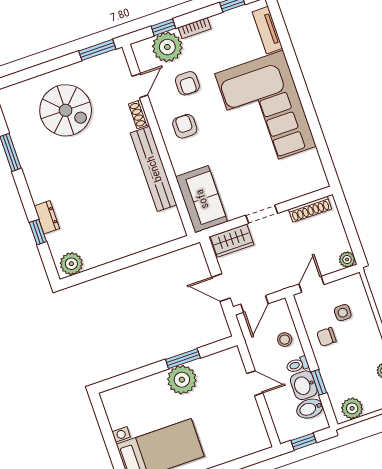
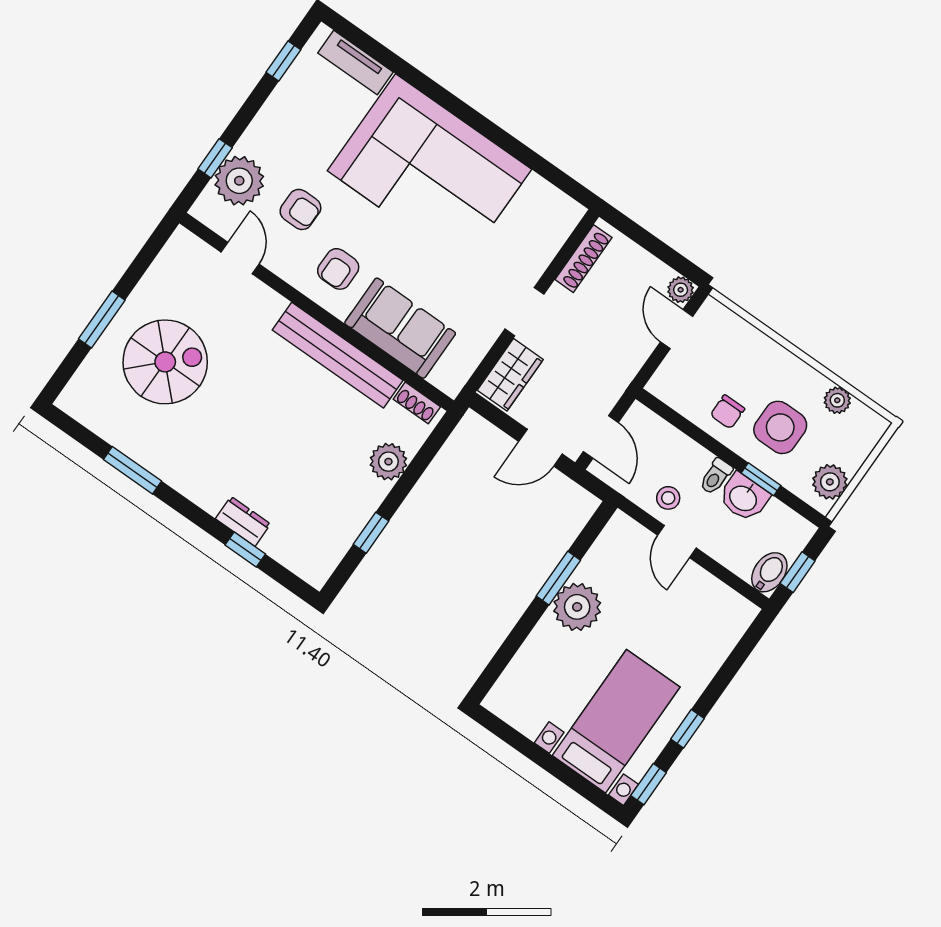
bookcase: (195, 28) -> (257, 130), removed
window: (97, 50) -> (102, 320), moved
shoe rack: (139, 114) -> (417, 403), moved
armchair: (185, 126) -> (338, 269), turned -90
sofa: (202, 199) -> (400, 328), moved
plant: (71, 264) -> (388, 462), moved
window: (106, 269) -> (371, 533), added
door: (312, 284) -> (677, 329), moved
side table: (343, 313) -> (780, 427), moved, width x1.87, depth x1.87
stool: (285, 340) -> (668, 498), moved
door: (255, 383) -> (677, 542), swing flipped
bidet: (310, 409) -> (769, 572), moved, turned 180

